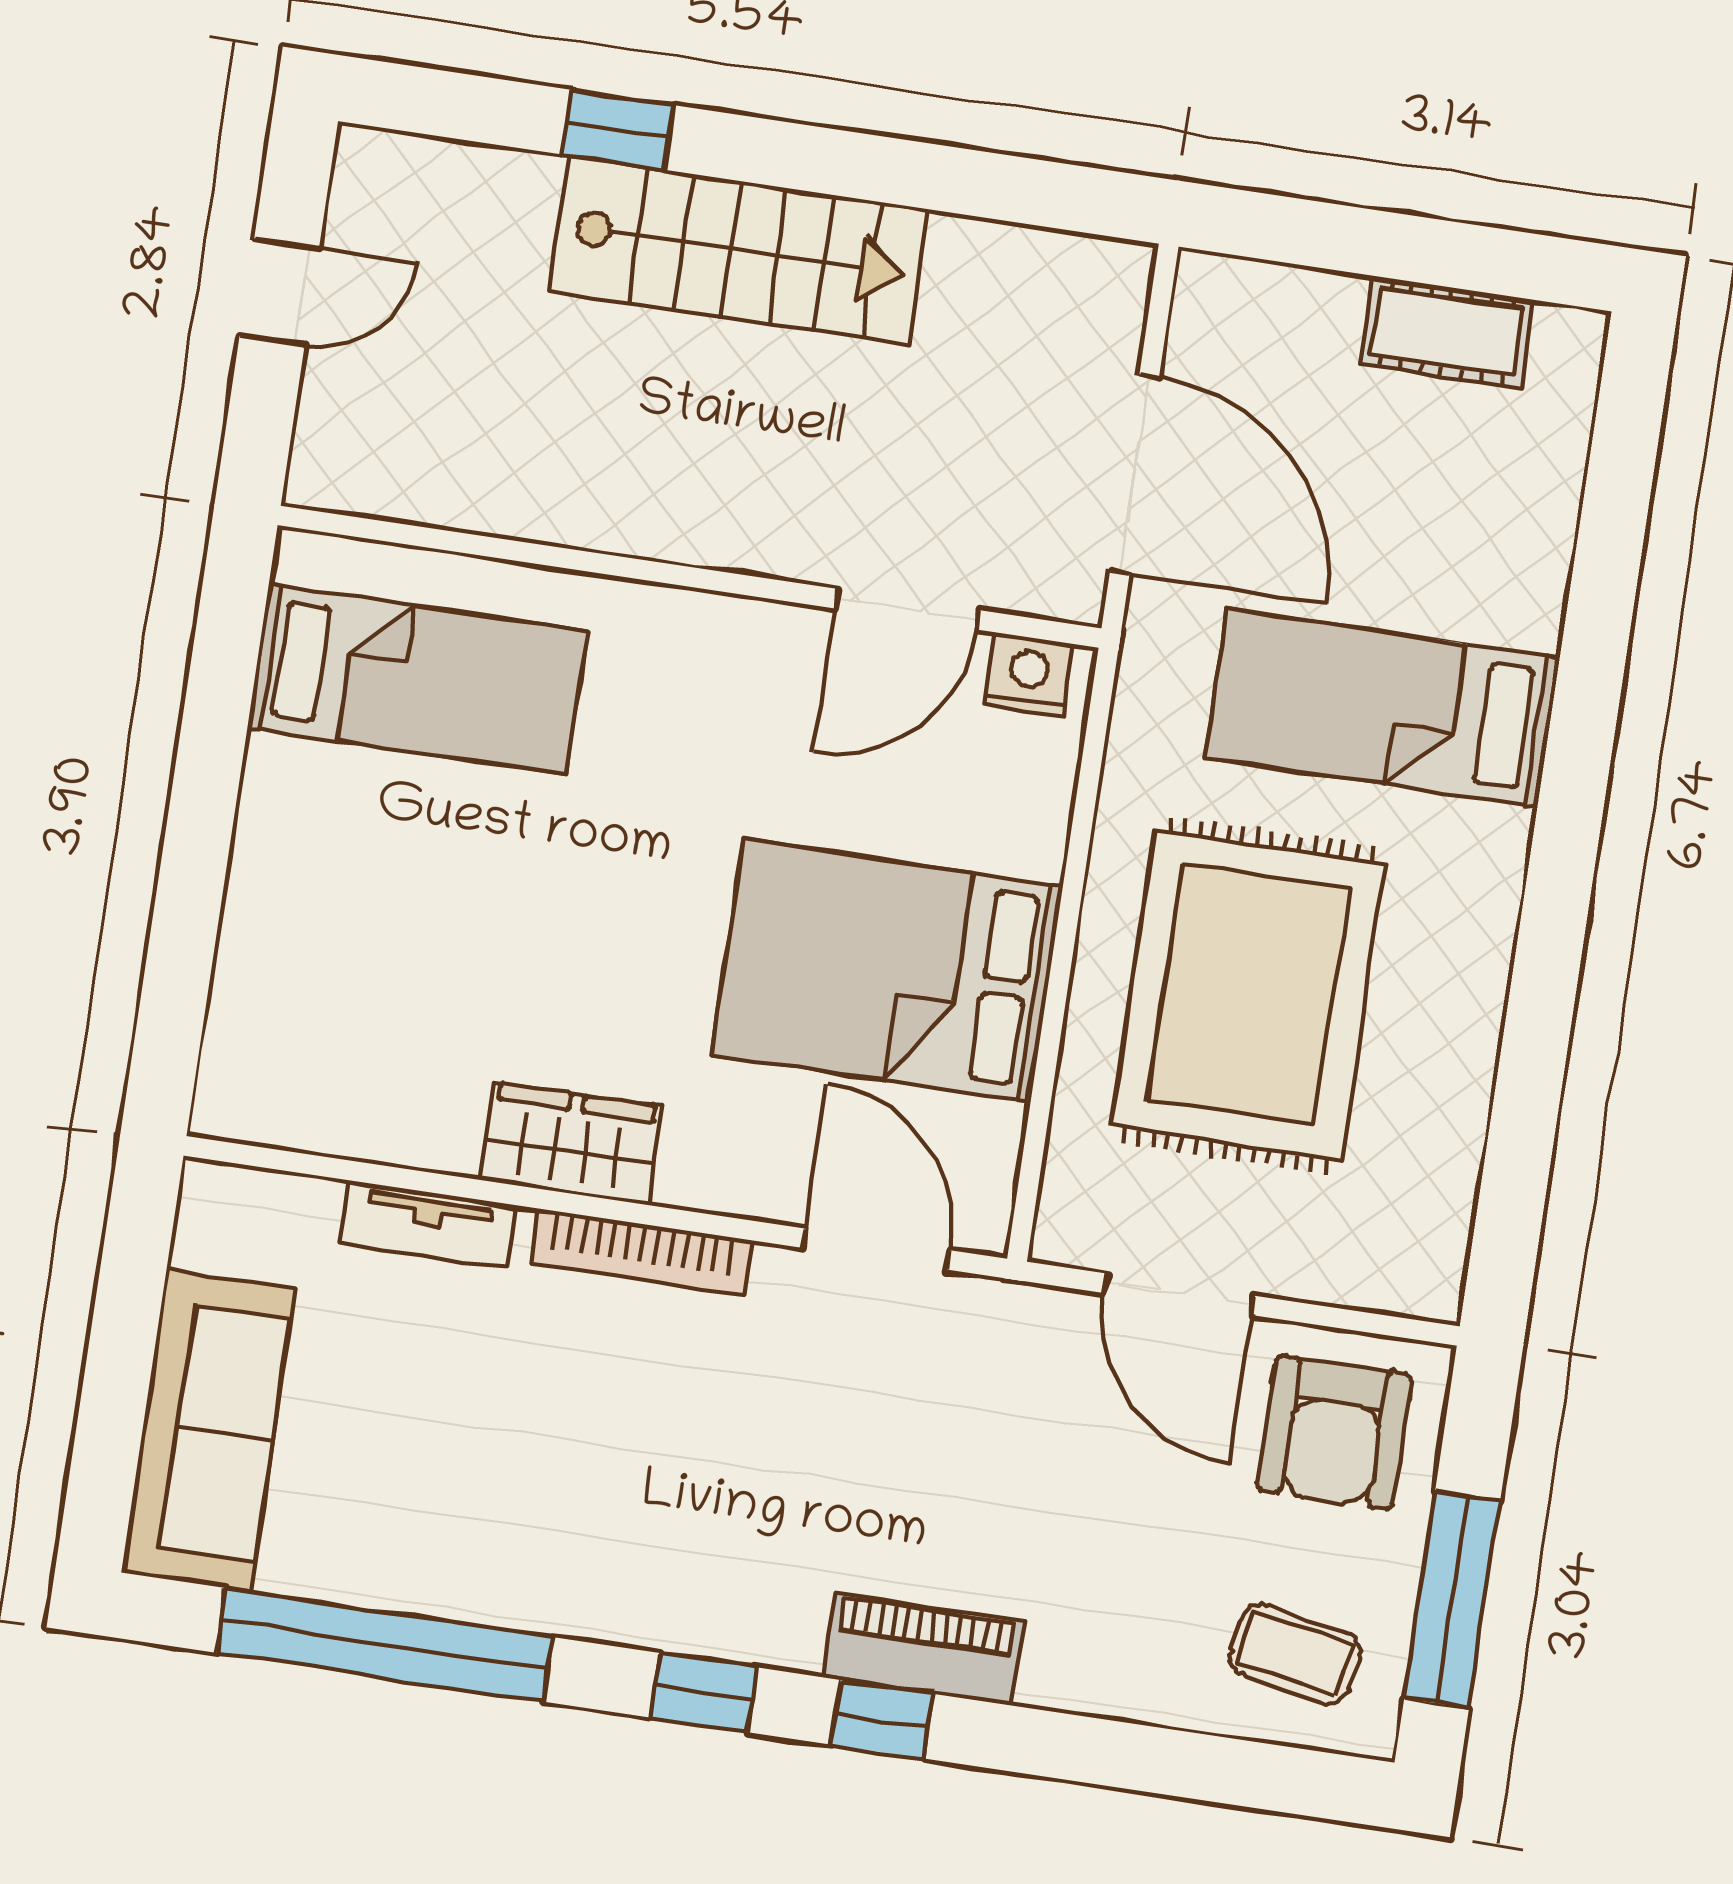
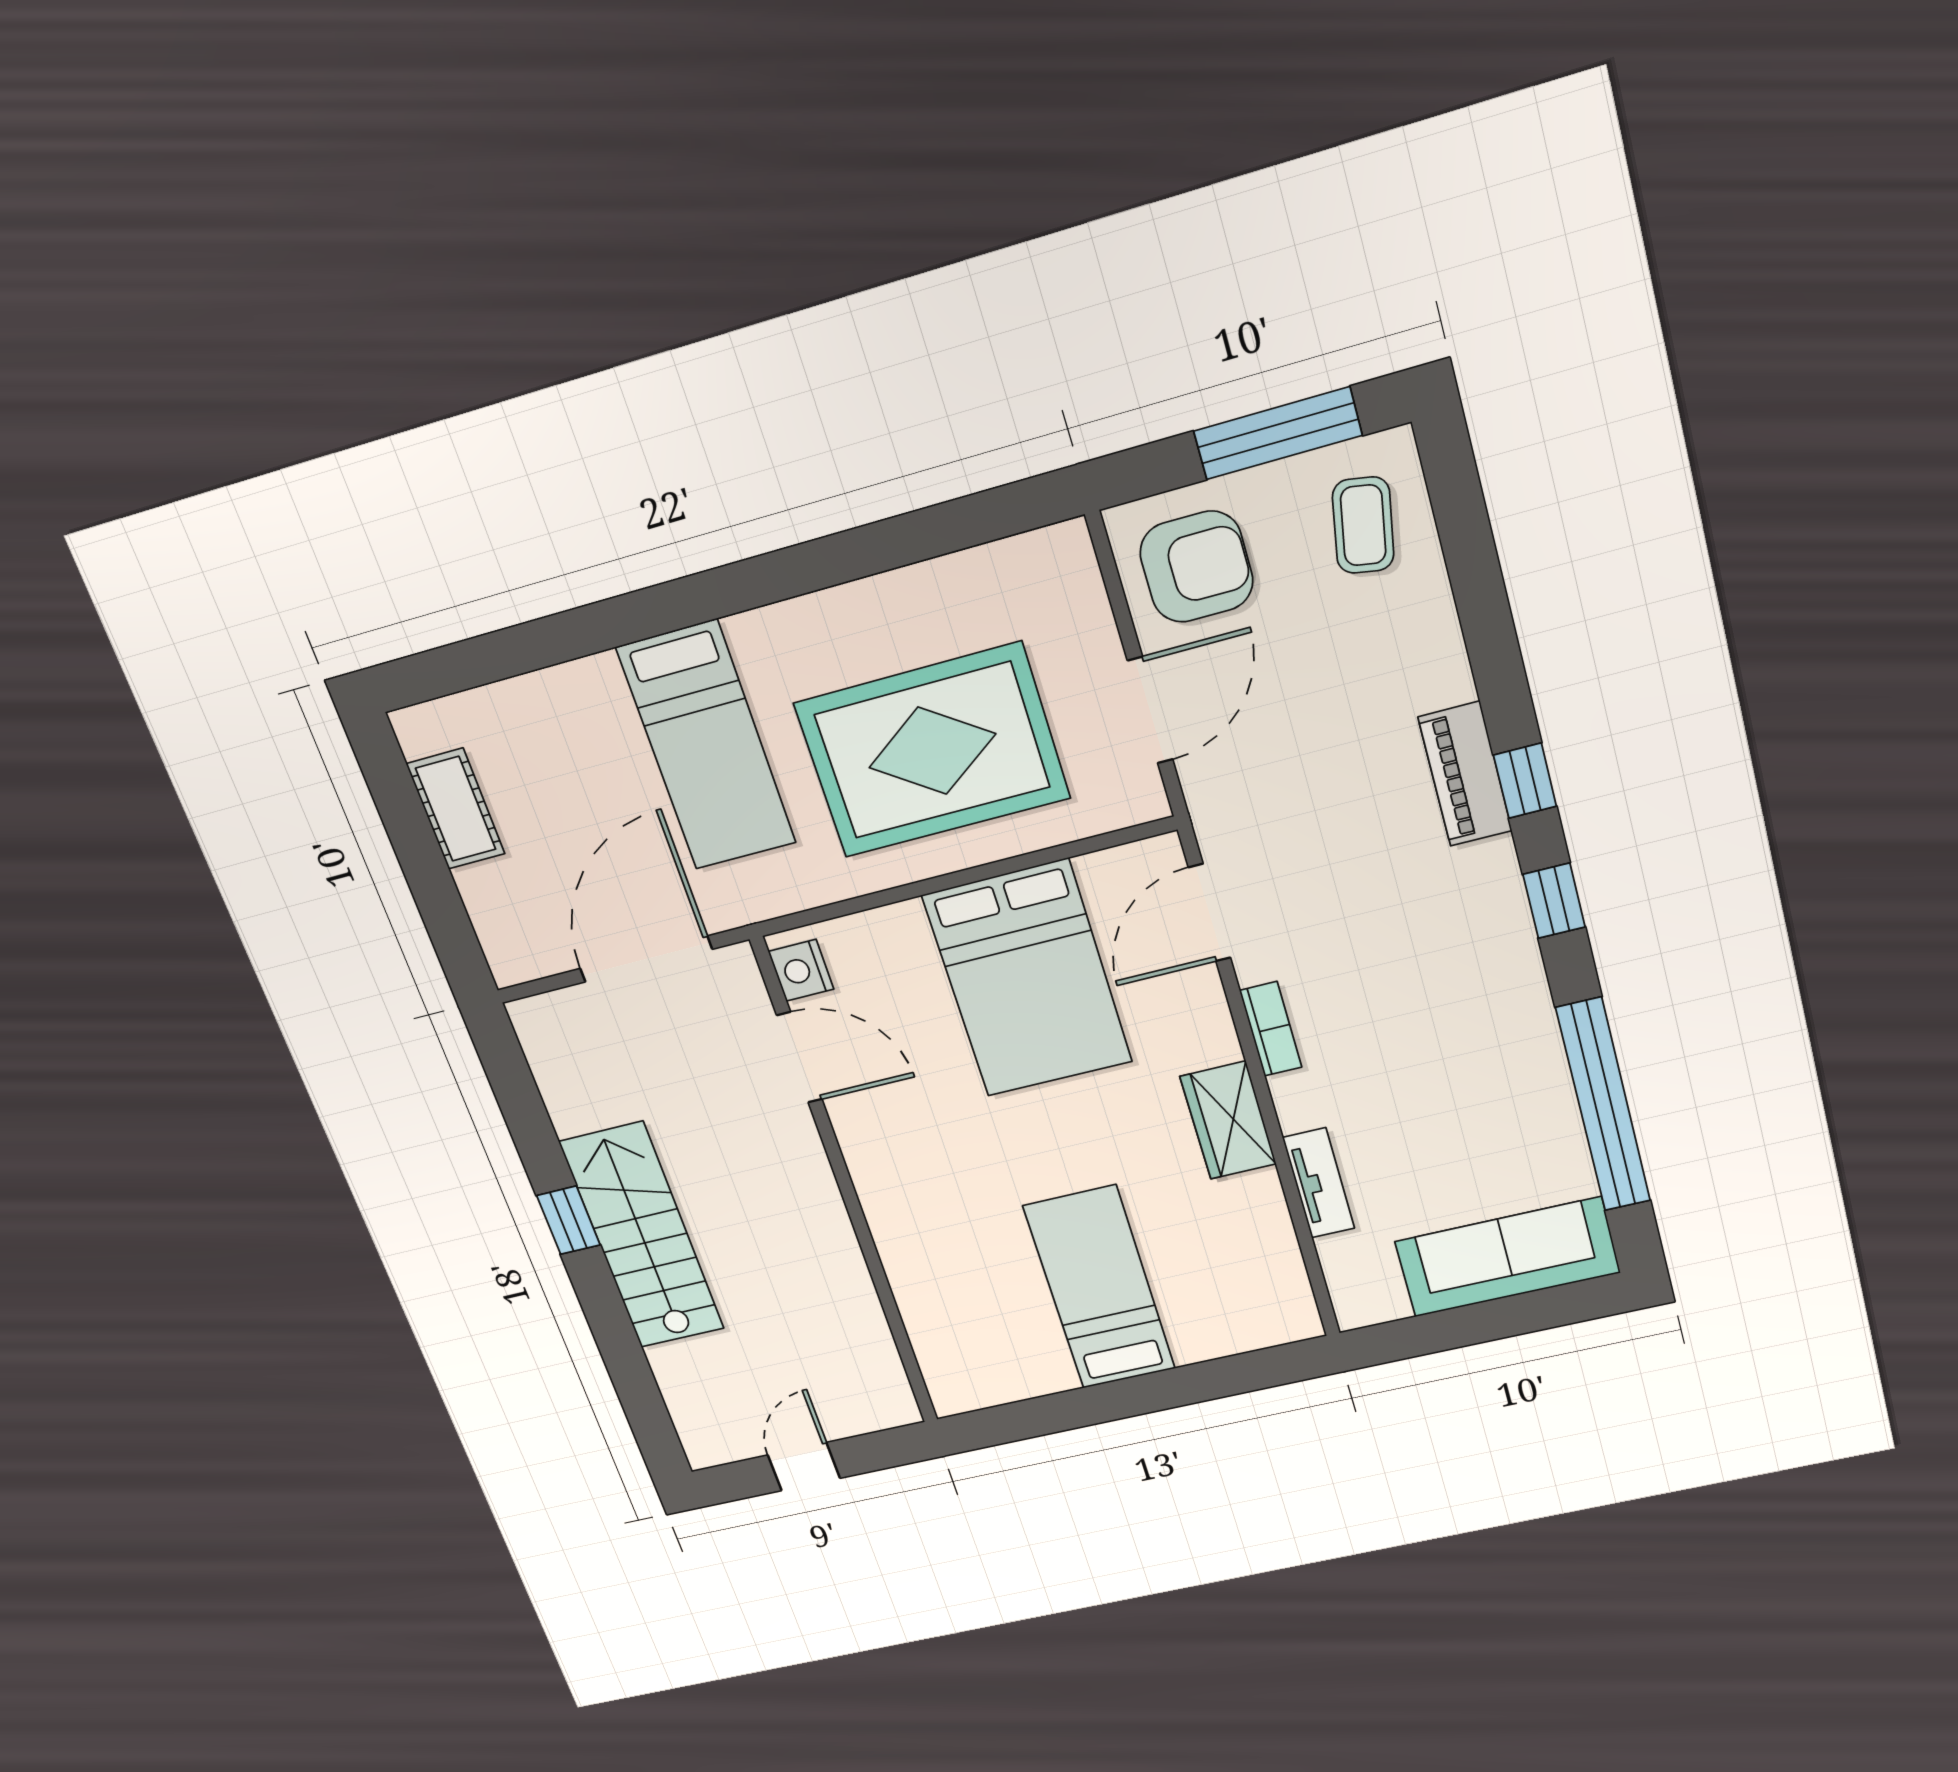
window: (618, 130) -> (568, 1220), moved
door: (279, 292) -> (804, 1467), hinge flipped
bed: (417, 679) -> (1100, 1288), moved
bookcase: (641, 1252) -> (1271, 1029), width x0.64

